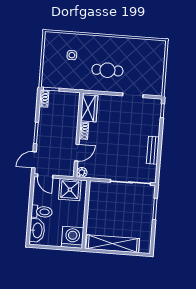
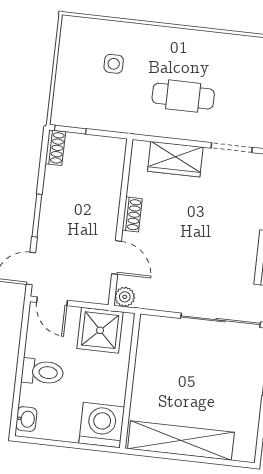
wardrobe: (89, 108) -> (175, 159), moved, turned 90
door: (77, 153) -> (117, 257), hinge flipped
washbasin: (37, 230) -> (26, 419), width x0.52, depth x0.69

